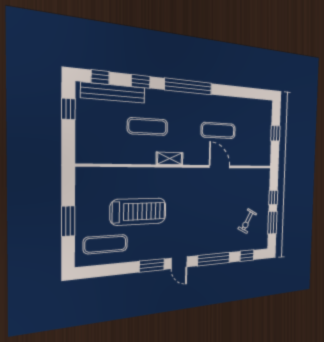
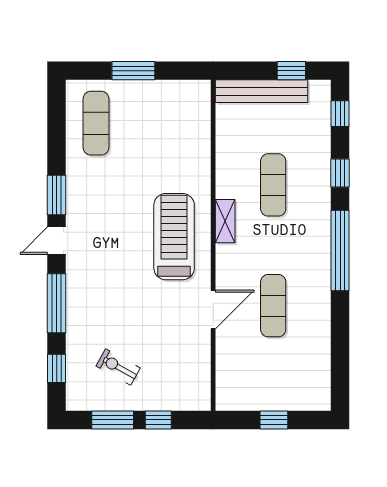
bench: (114, 93) -> (261, 91), moved, turned 90
treadmill: (138, 212) -> (174, 237), moved, turned 180

